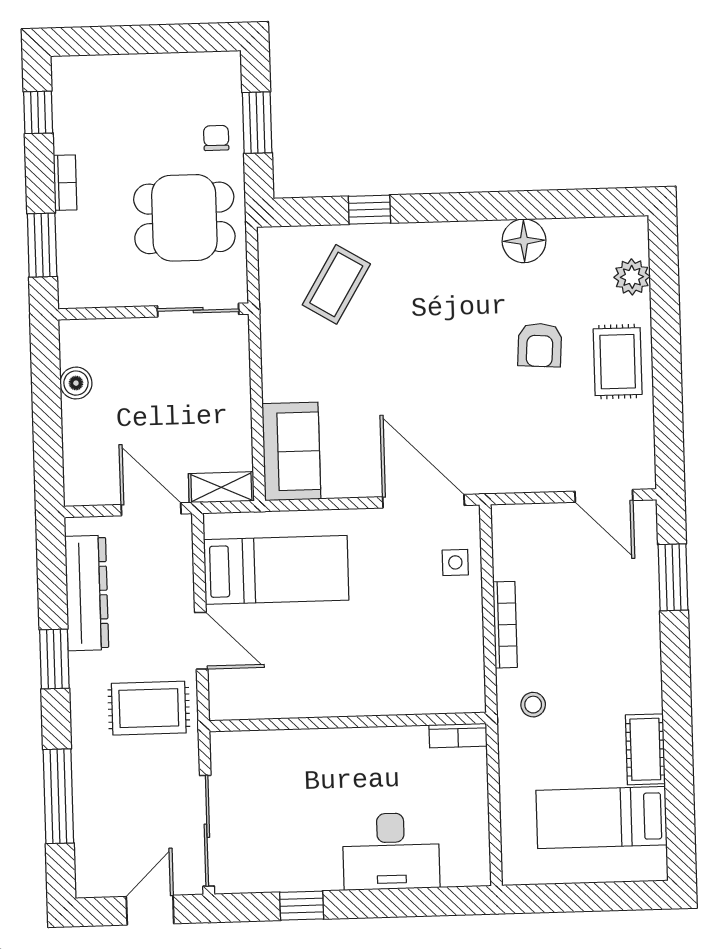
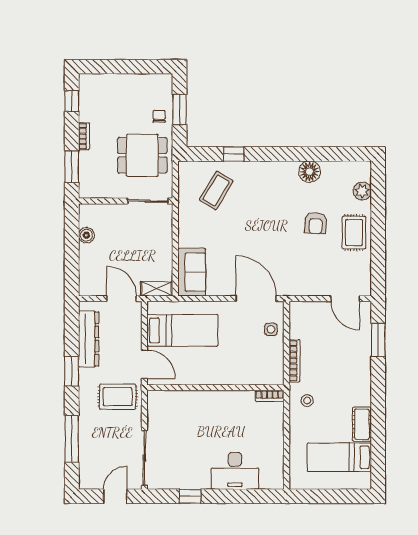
wall: (348, 722) -> (215, 388), moved
bookcase: (458, 736) -> (270, 396), moved

